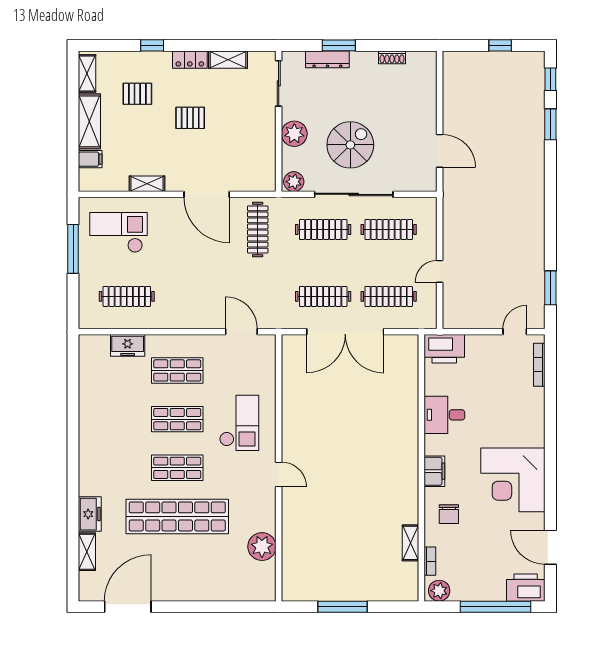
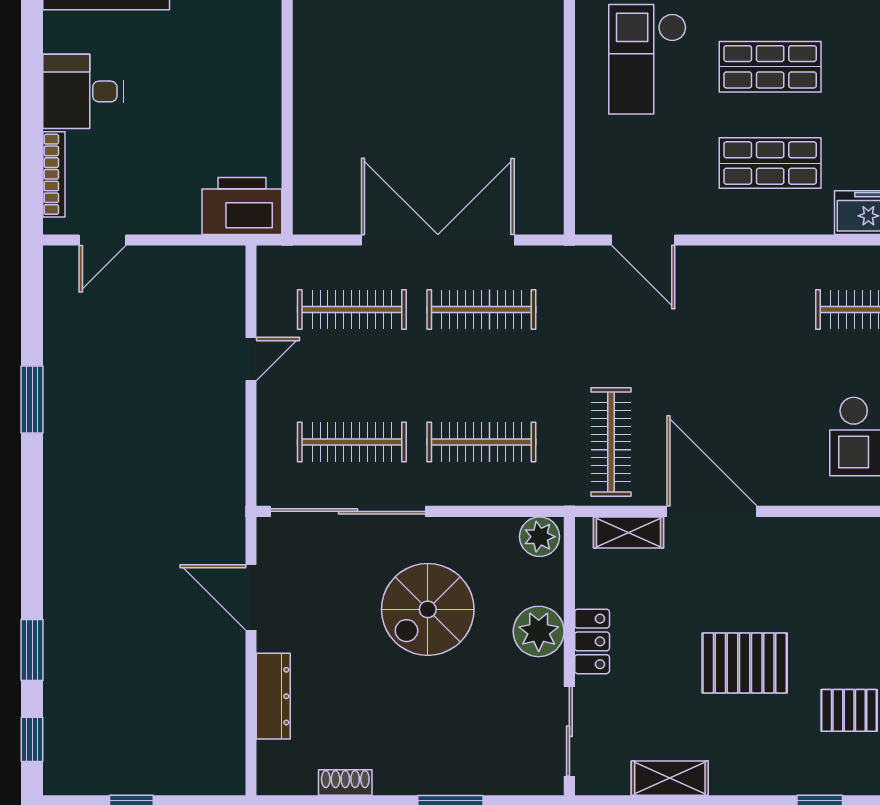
dresser: (327, 59) -> (273, 696), moved, turned 90
locker: (190, 60) -> (592, 641), moved, turned 90
pallet: (190, 118) -> (745, 663), width x1.50, depth x1.42
shelving: (147, 184) -> (628, 533), moved
sliding door: (354, 194) -> (348, 511), moved
window: (550, 288) -> (32, 400), moved
desk: (444, 415) -> (83, 91), moved, turned 180

